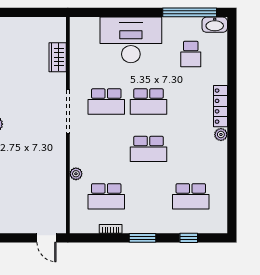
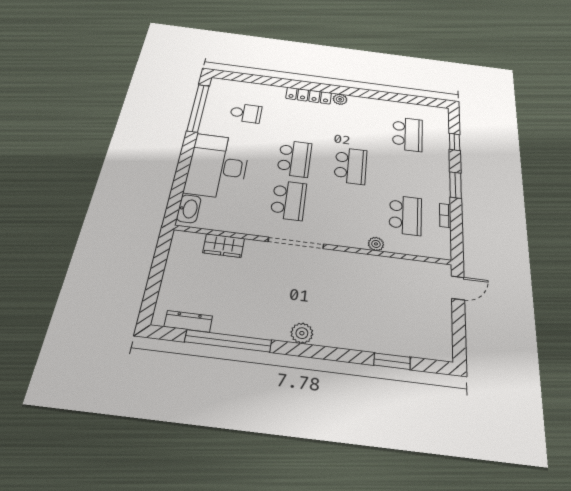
washbasin: (215, 25) -> (189, 209), moved

